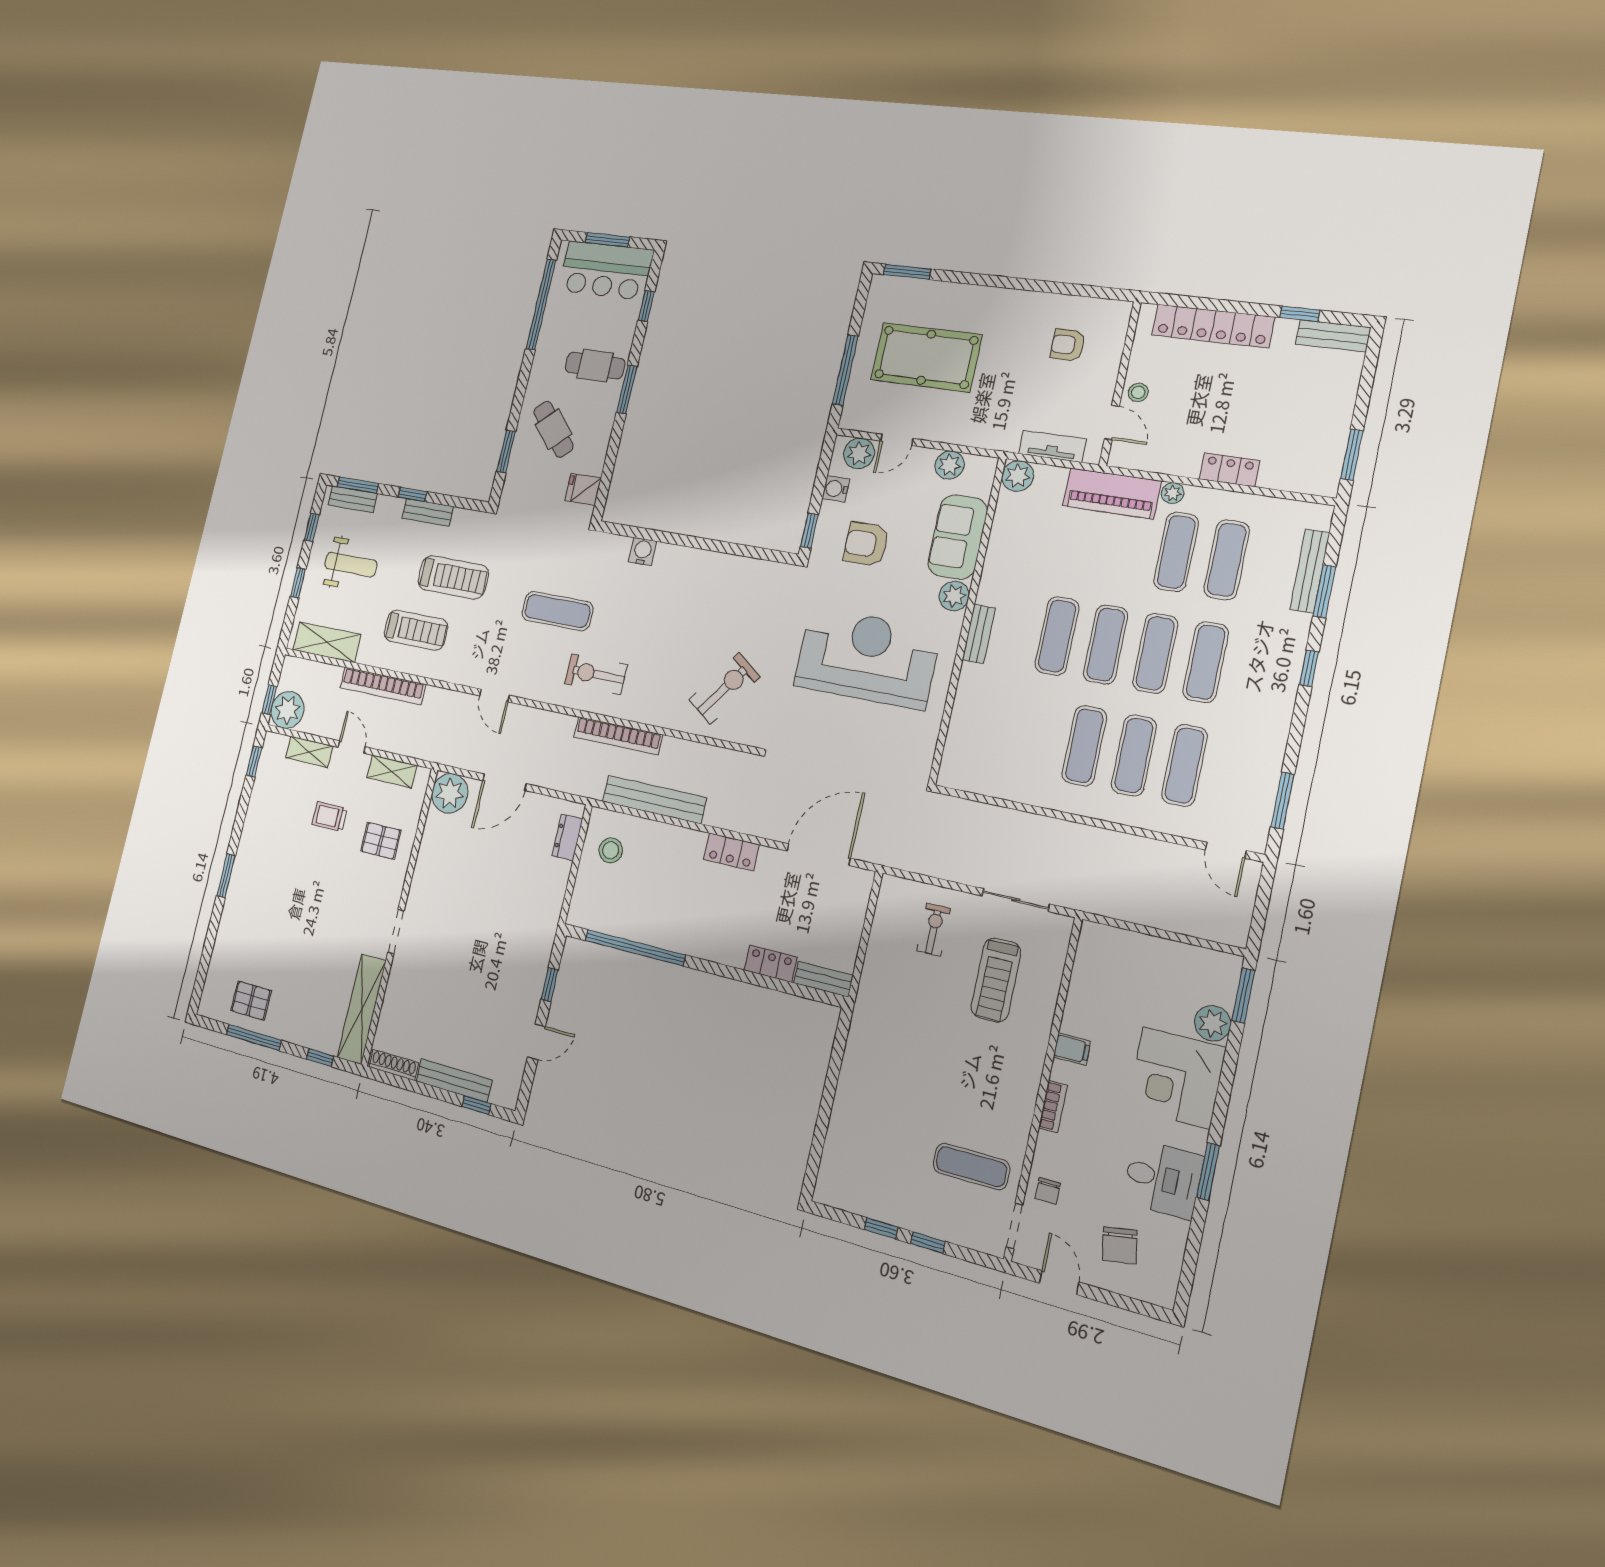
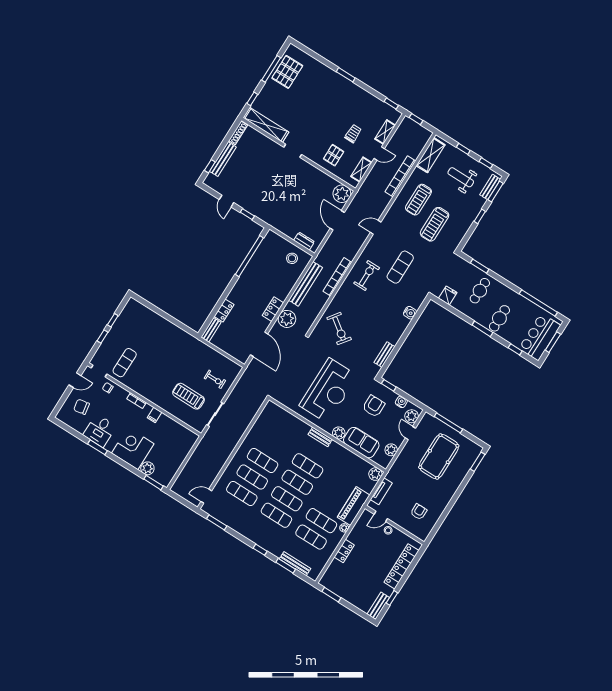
cafe table: (553, 429) -> (480, 291), turned -48
bench: (428, 512) -> (384, 355), moved
weight bench: (351, 564) -> (461, 177), turned 90
plant: (287, 710) -> (287, 319), moved
pallet: (251, 1001) -> (287, 72), width x1.50, depth x1.42

